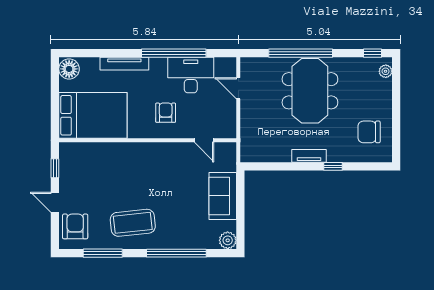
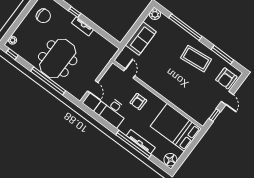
window: (174, 53) -> (134, 145), moved

